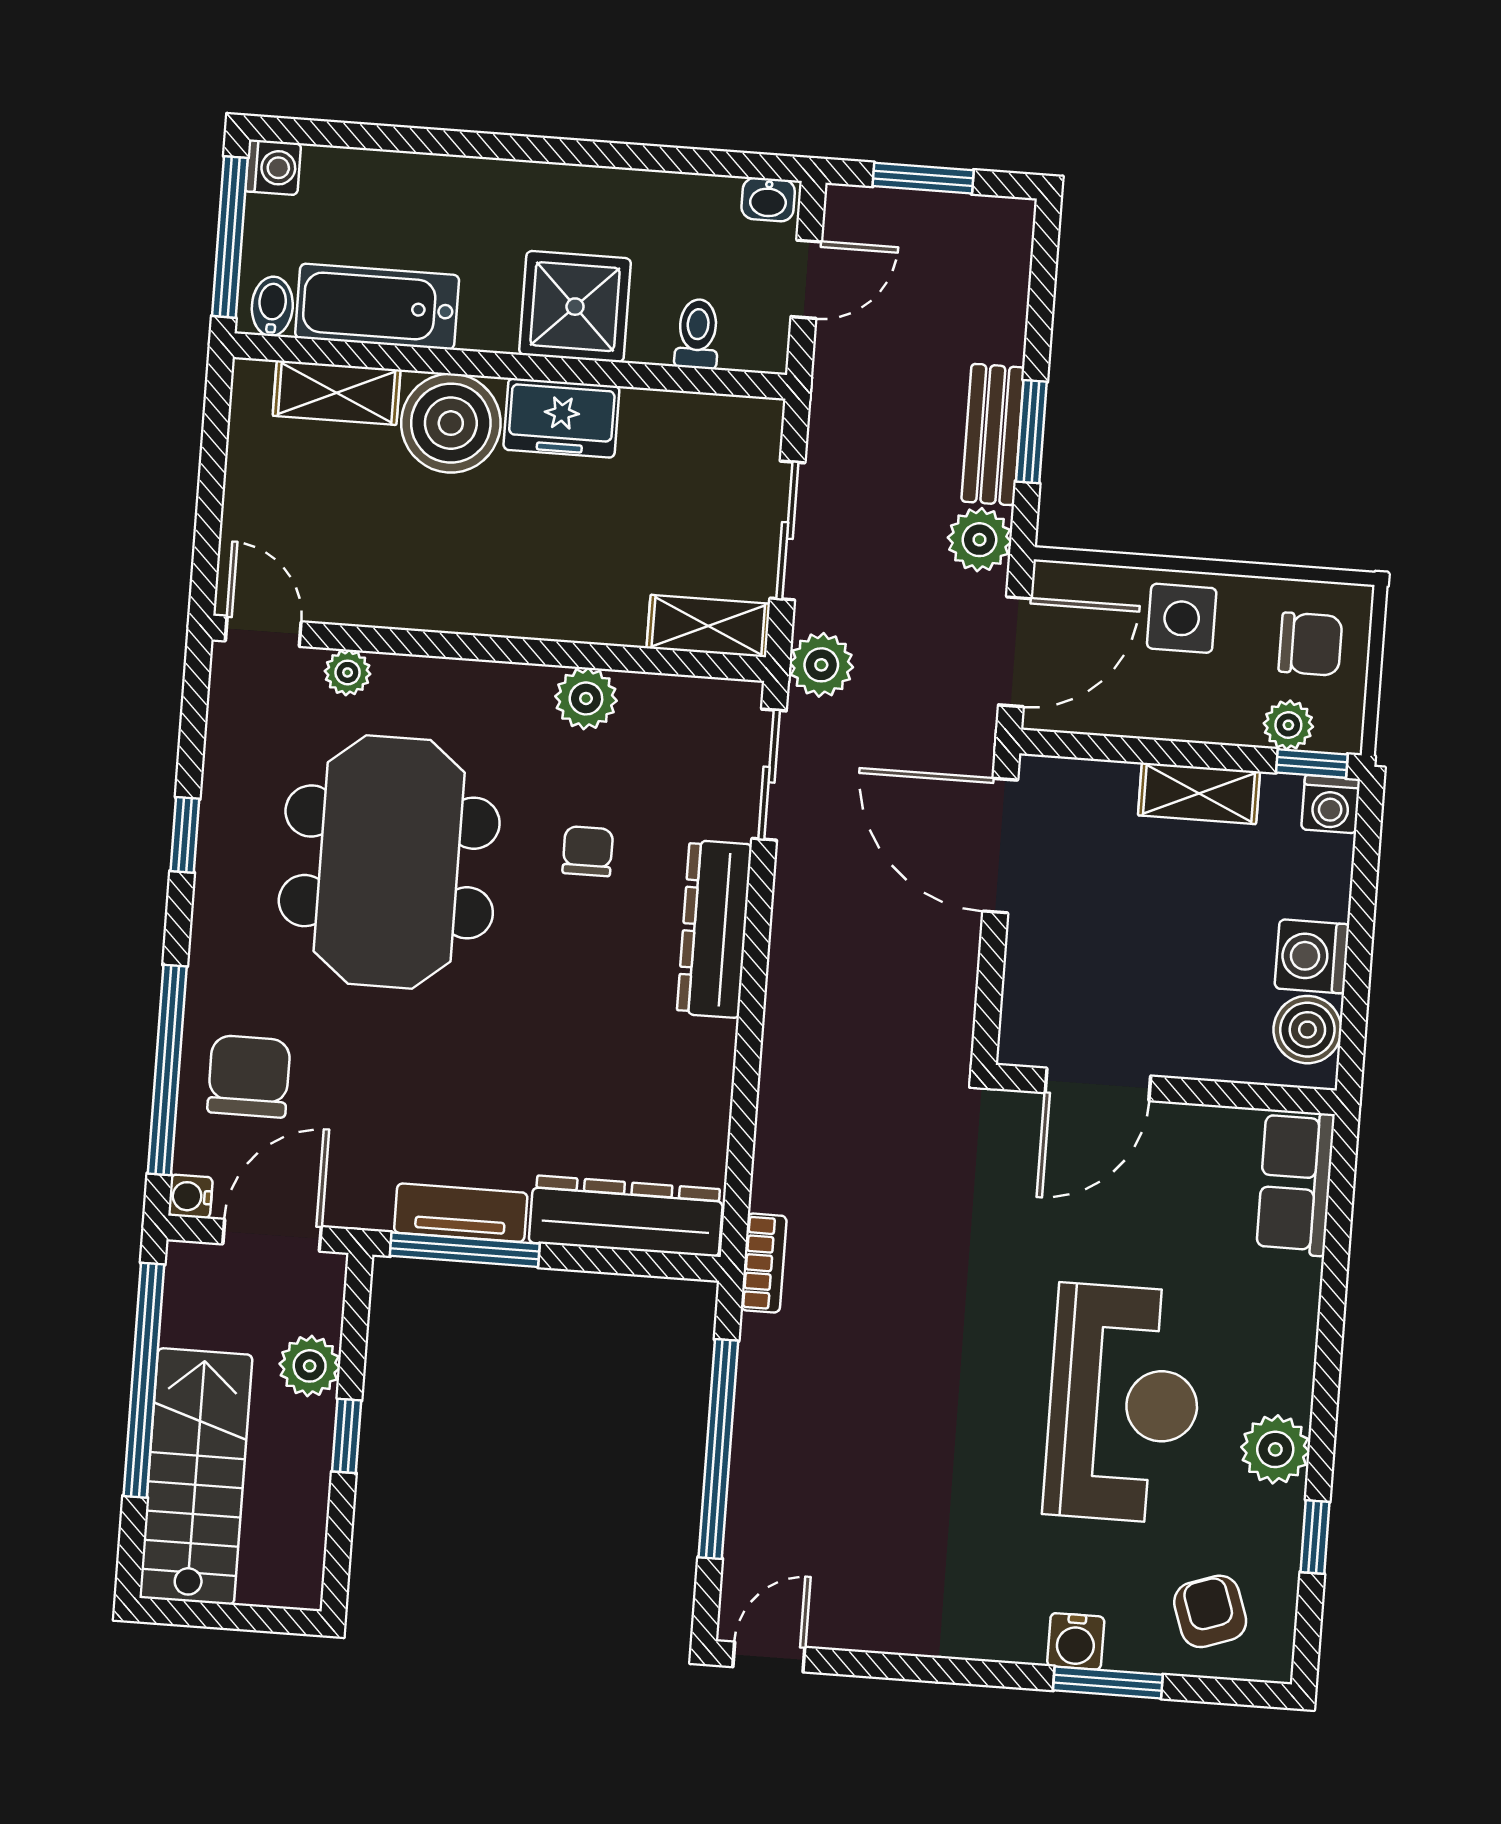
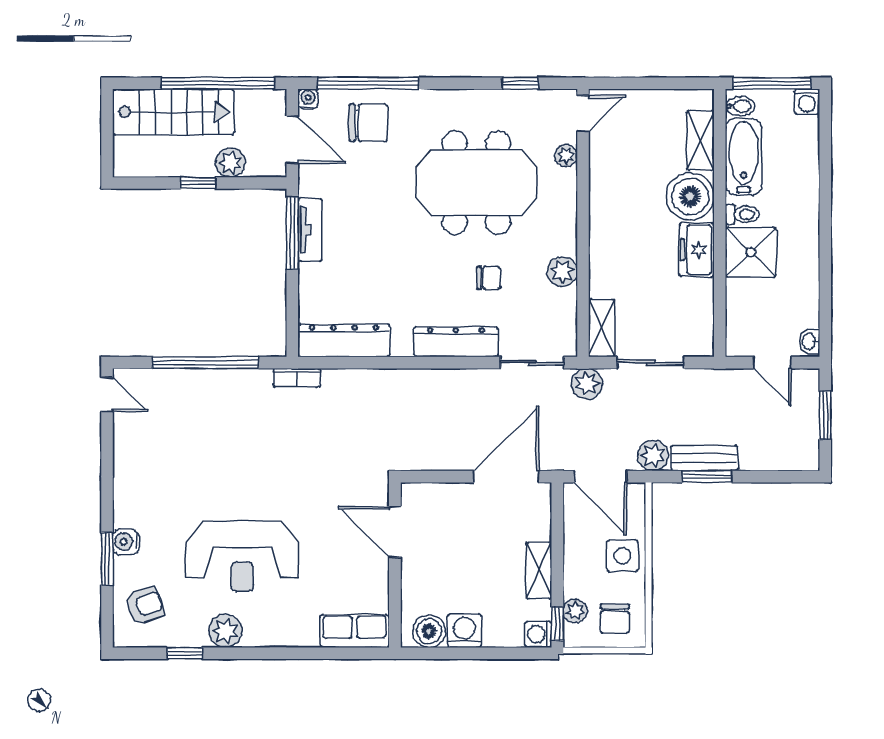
toilet: (697, 334) -> (742, 214), moved
window: (185, 835) -> (520, 83), moved
dresser: (626, 1216) -> (344, 340), moved, turned -90

